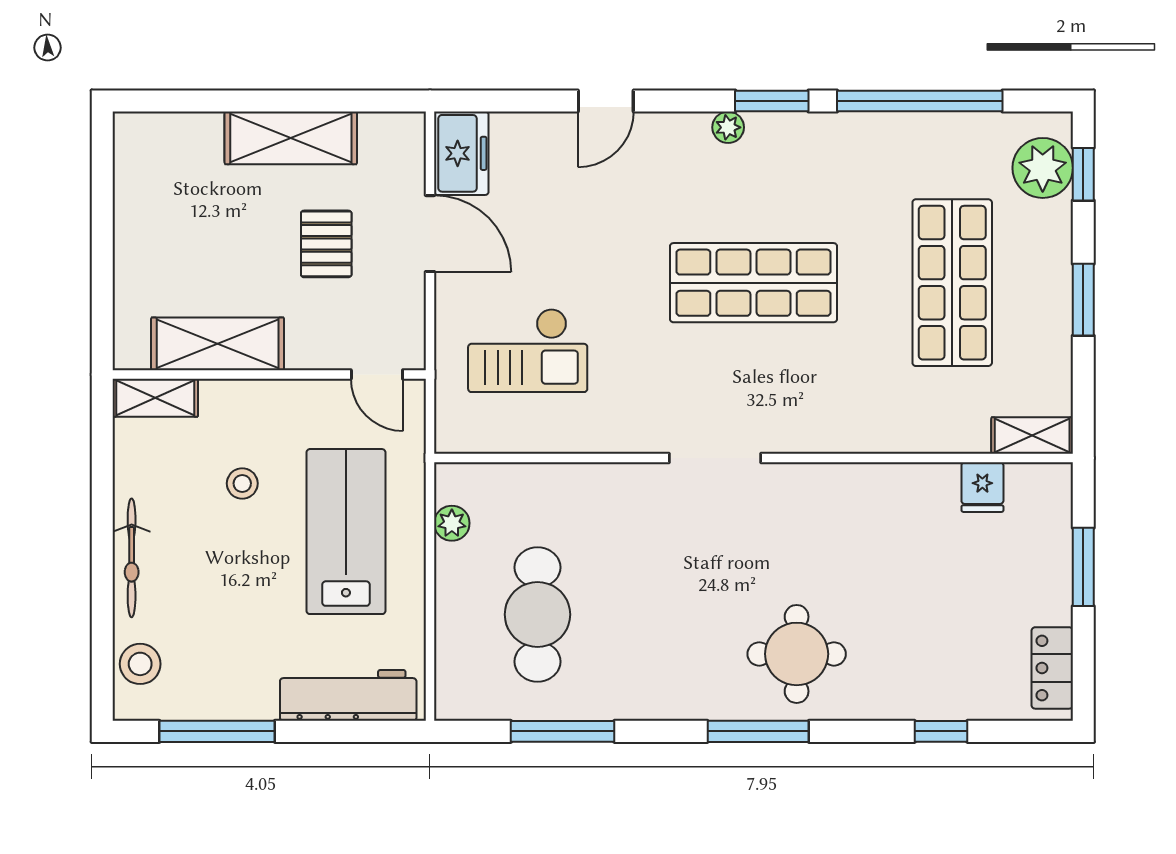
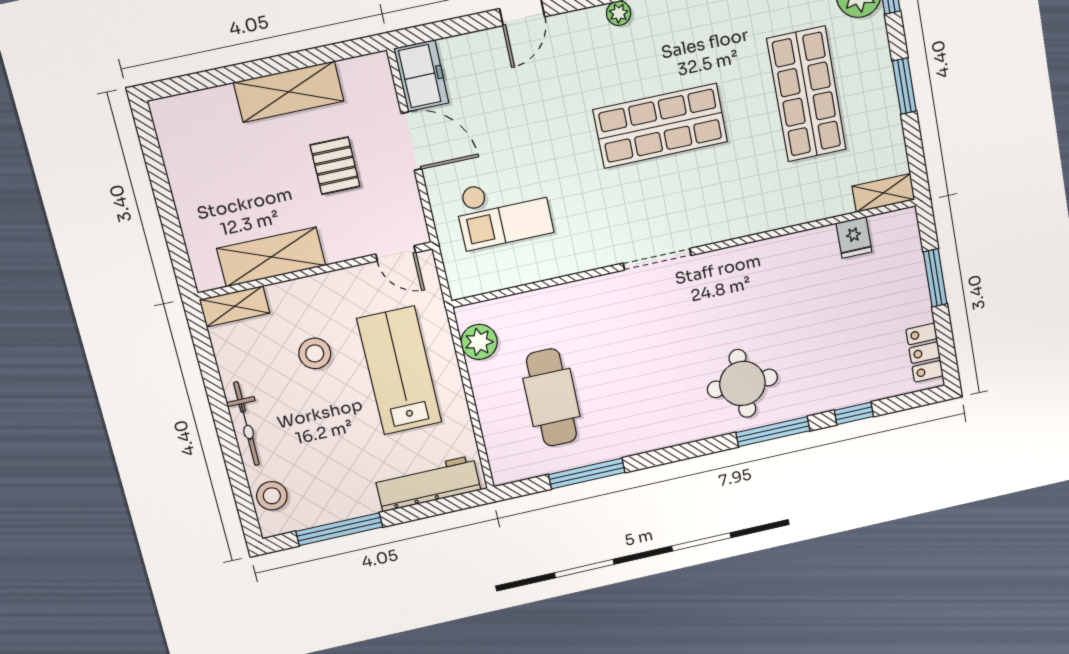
stool: (242, 483) -> (315, 353), width x1.37, depth x1.37
plant: (452, 523) -> (479, 342), width x1.38, depth x1.38
window: (758, 731) -> (773, 432), moved

